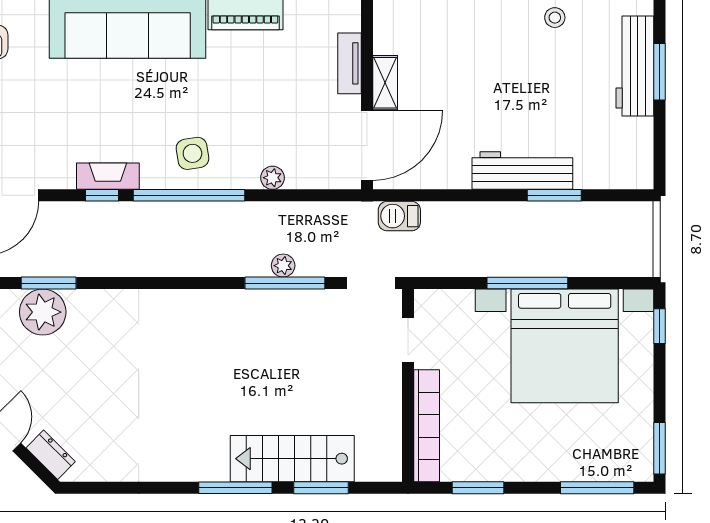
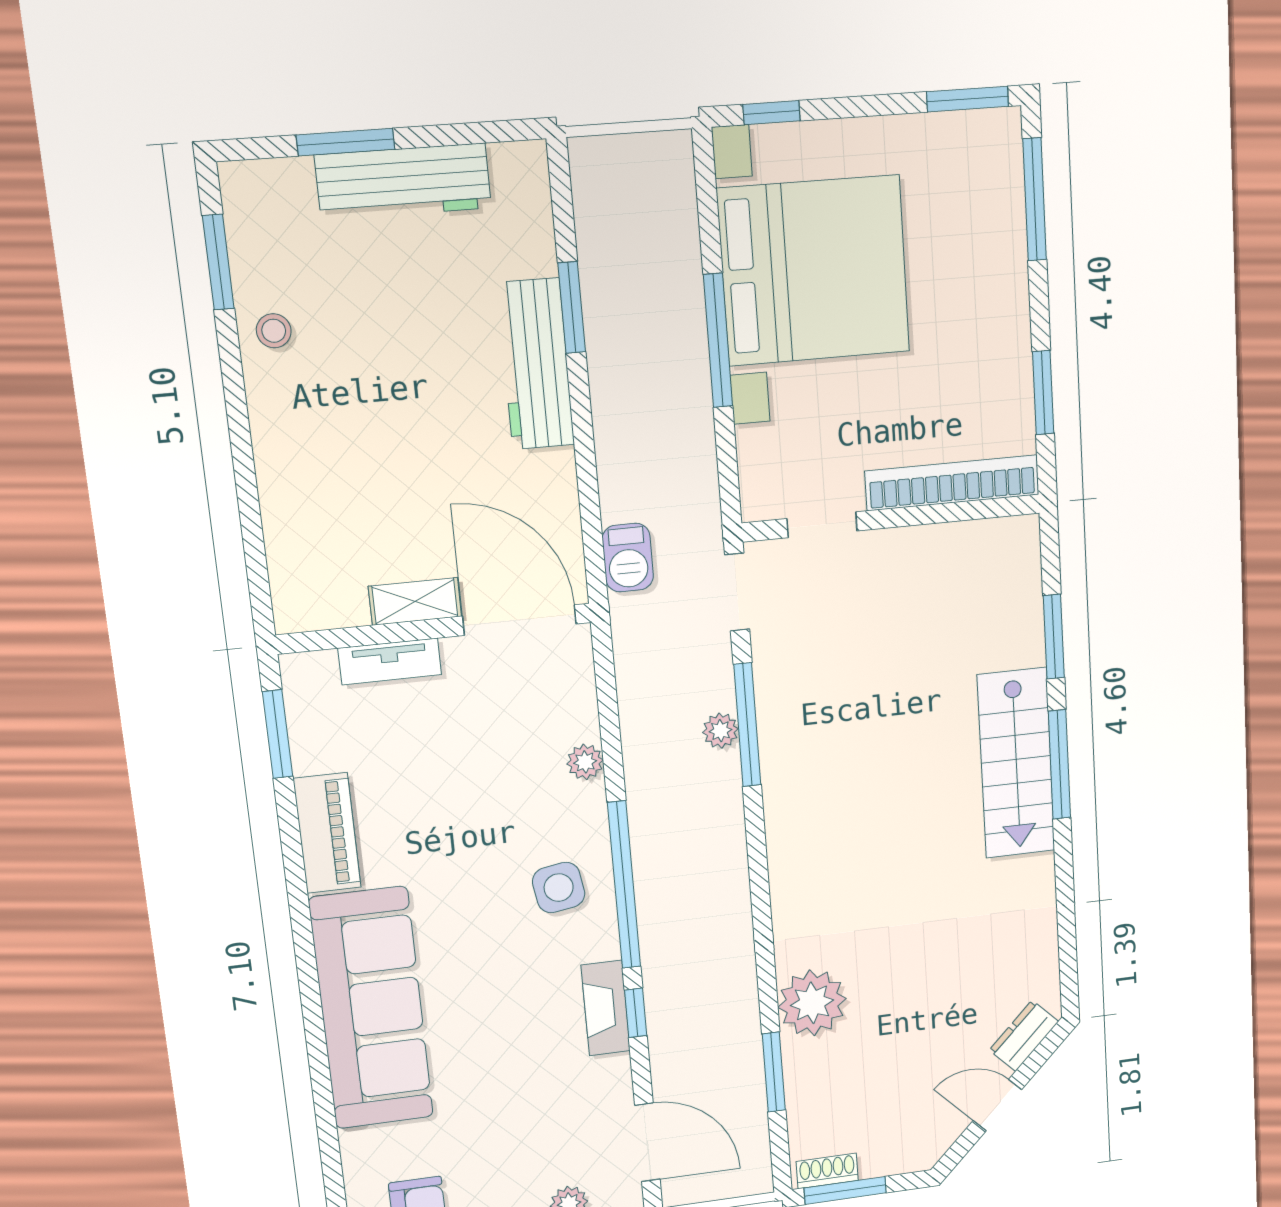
workbench: (635, 66) -> (403, 182), moved
plant: (43, 312) -> (812, 1003), moved
stairs: (292, 459) -> (1016, 763), moved

